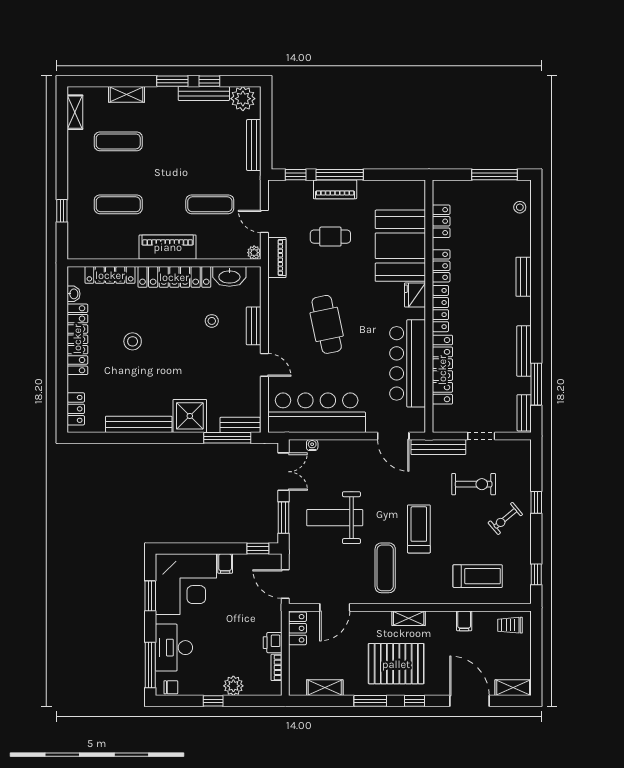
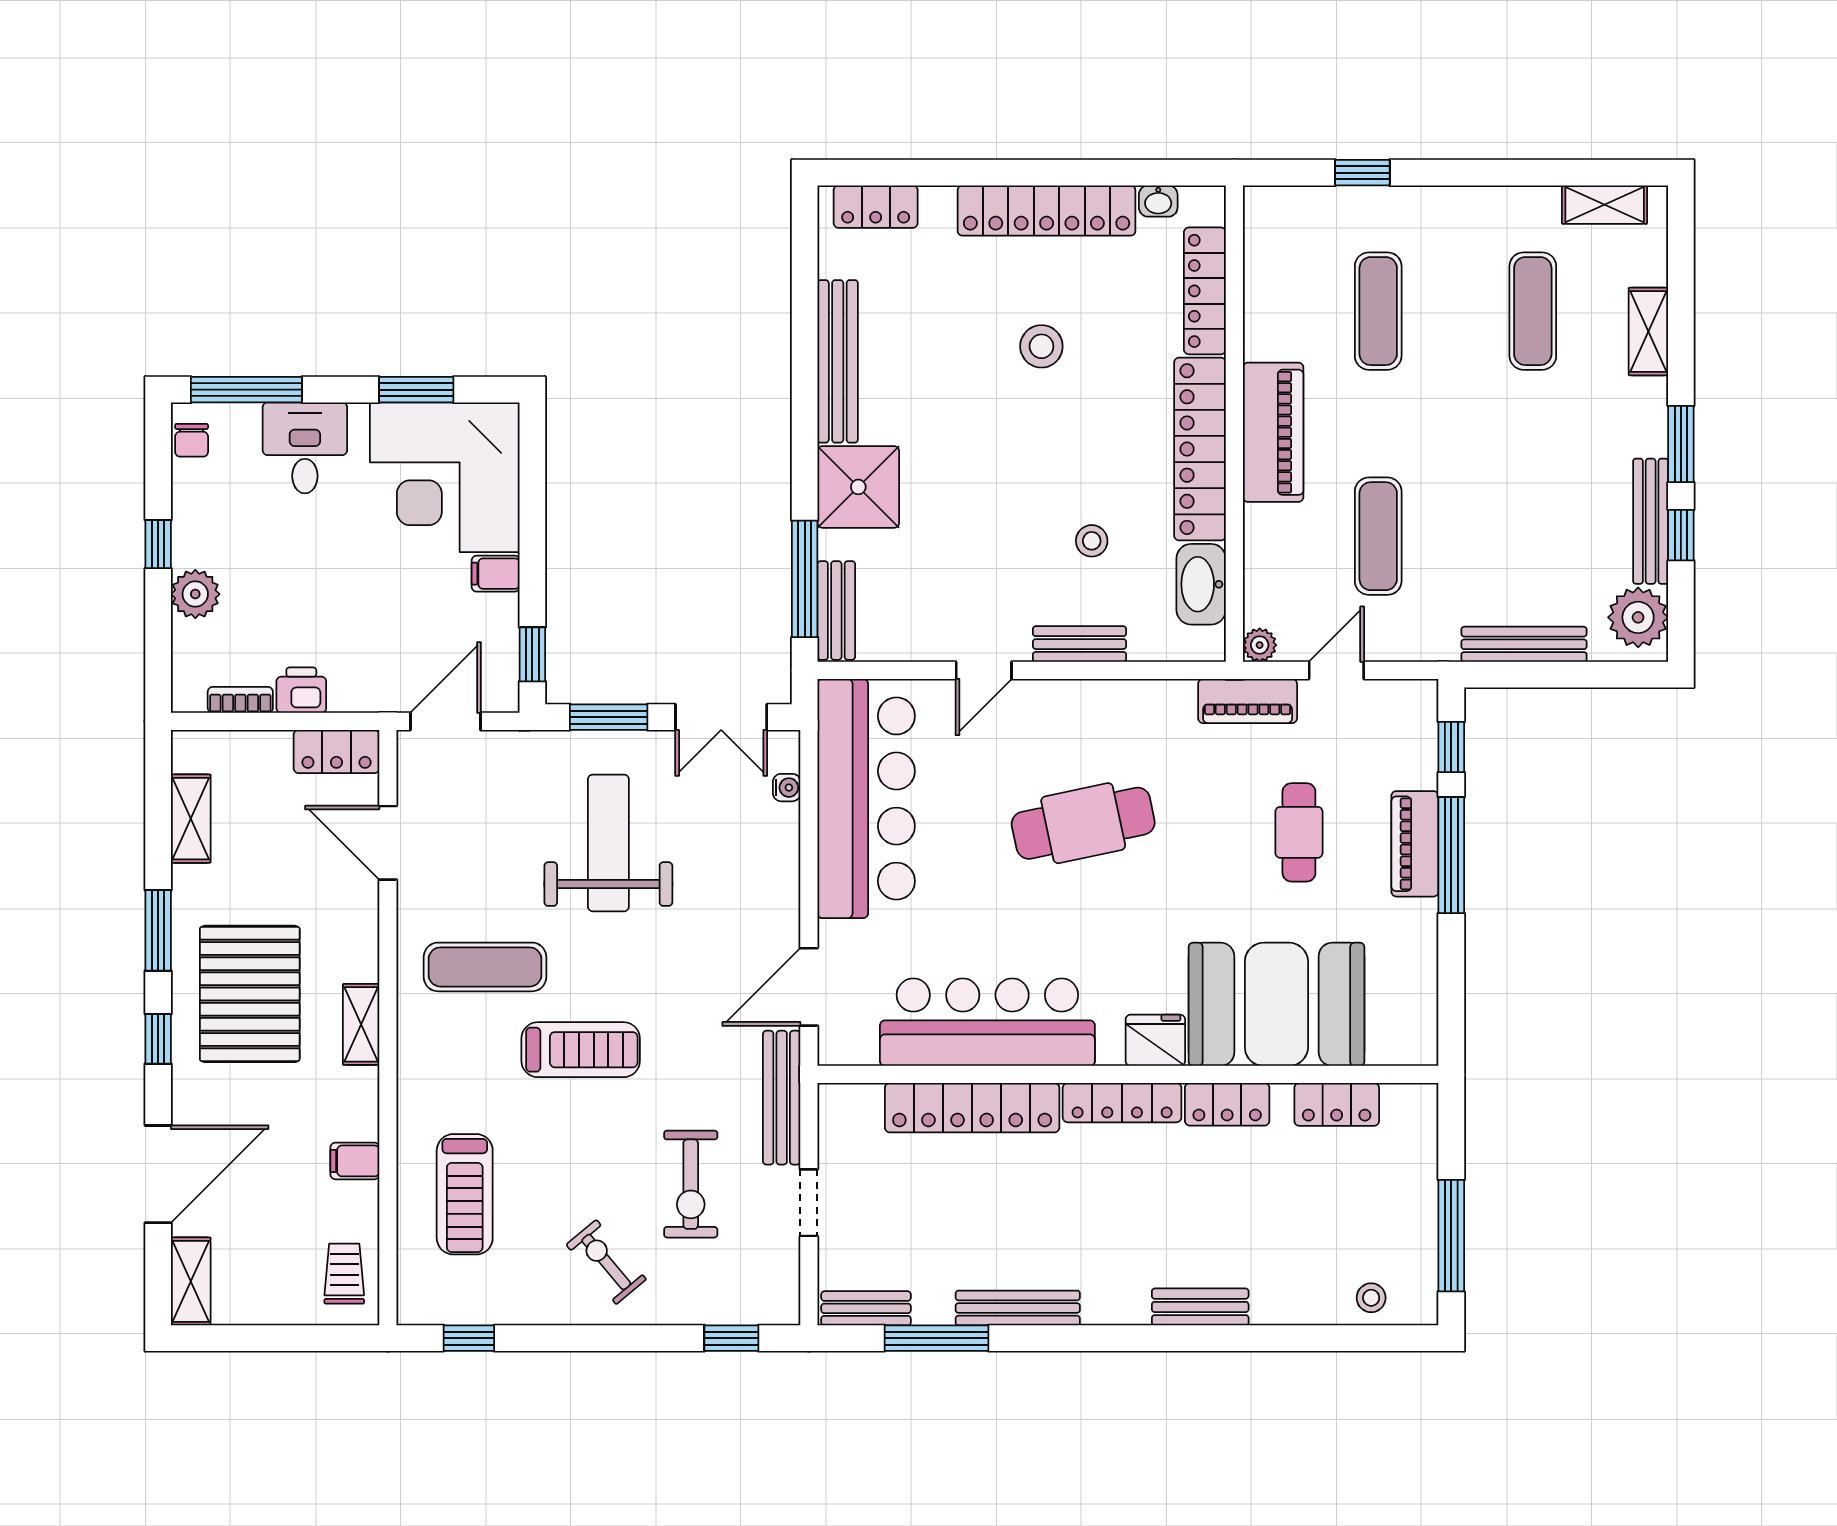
window: (536, 502) -> (731, 1338), moved
desk: (174, 648) -> (305, 448), width x0.73

